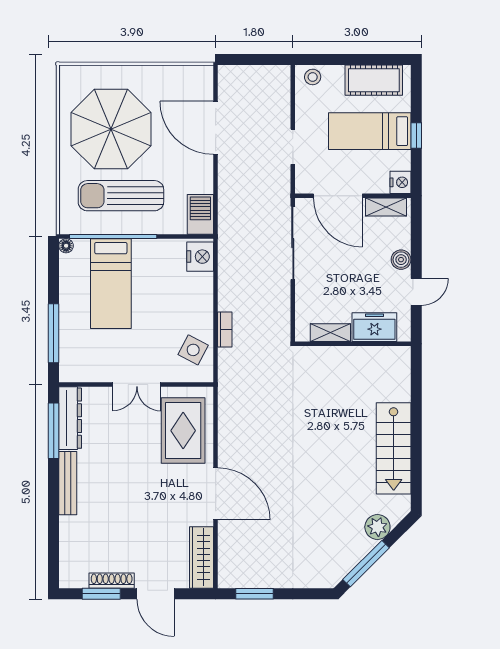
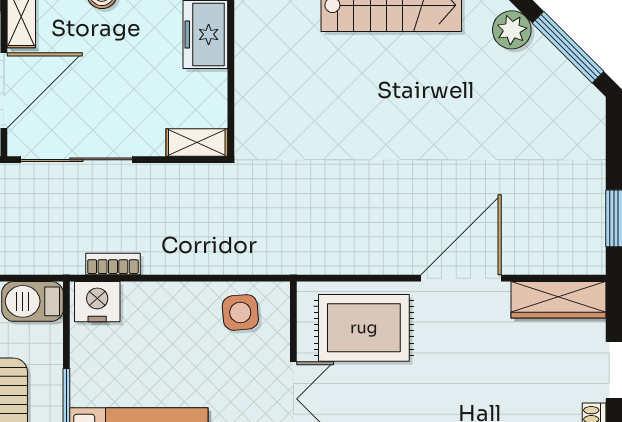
bookcase: (225, 330) -> (113, 264), moved
shelving: (330, 333) -> (197, 143), moved, turned 90
side table: (193, 350) -> (240, 312), turned -33

